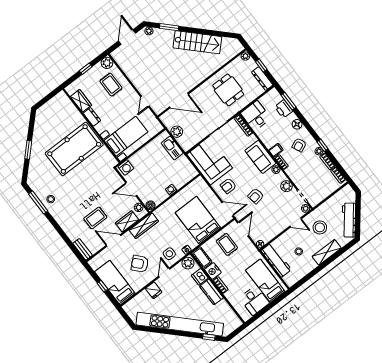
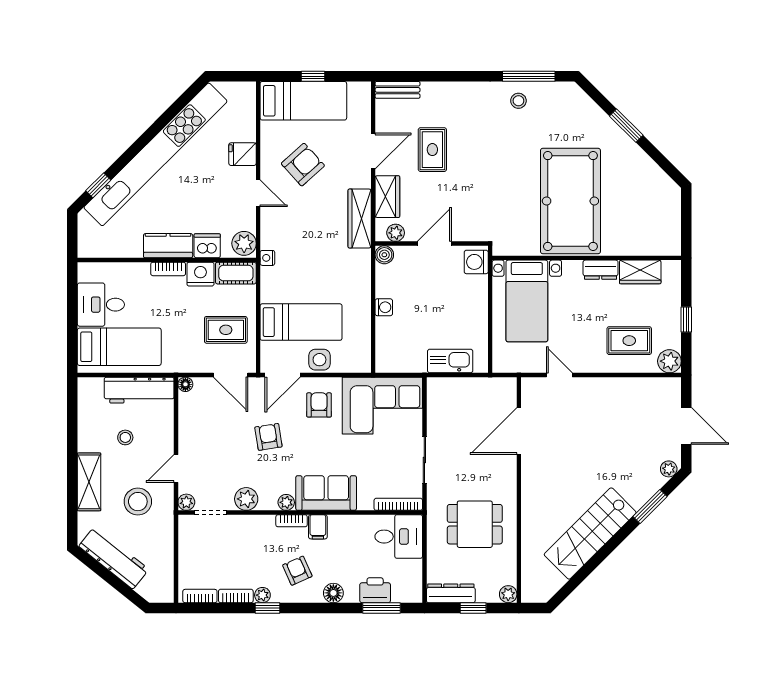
plant: (177, 132) -> (471, 389), removed
bed: (198, 220) -> (301, 322), width x0.67
side table: (169, 254) -> (319, 360), moved

